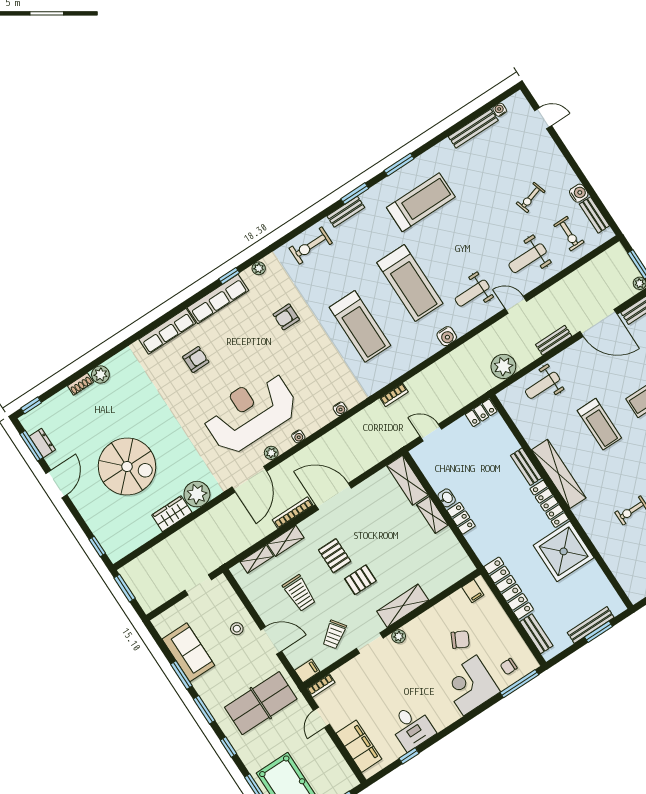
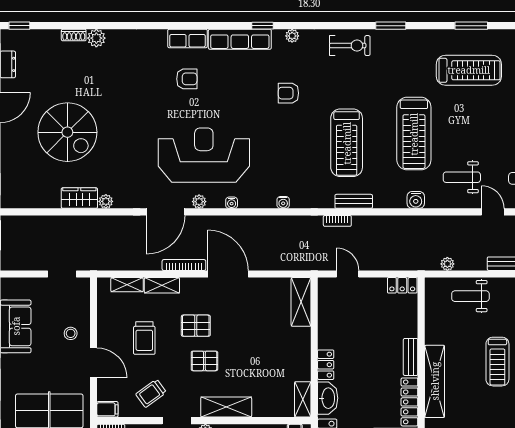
window: (355, 194) -> (391, 26), moved
bench: (346, 212) -> (354, 201), moved
exercise bike: (311, 246) -> (350, 46), turned 180
row of seats: (167, 331) -> (188, 38), width x0.68
plant: (503, 366) -> (447, 264), width x0.53, depth x0.53
plant: (197, 494) -> (106, 201), width x0.53, depth x0.53
washbasin: (447, 498) -> (328, 398), moved, width x1.91, depth x1.45
shelving: (432, 515) -> (303, 399), moved
pallet: (335, 556) -> (196, 326), turned 90

